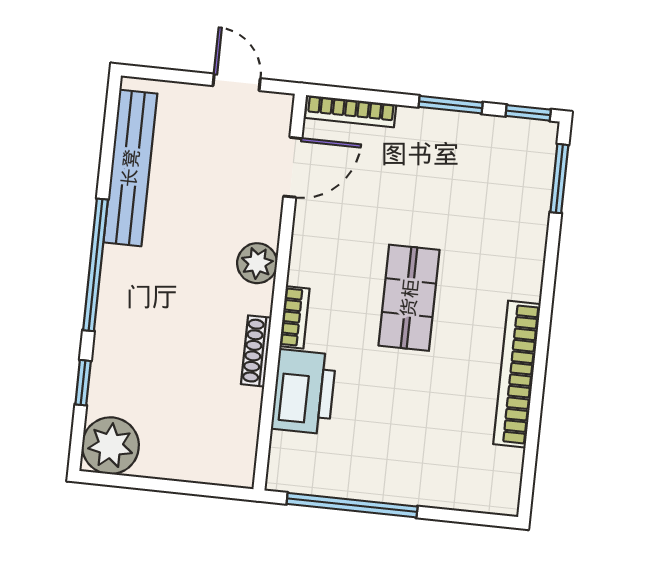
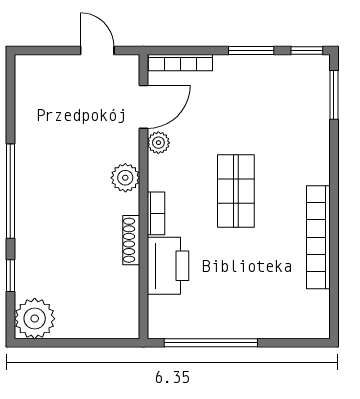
bench: (130, 168) -> (28, 119), removed
plant: (308, 219) -> (158, 143), added

